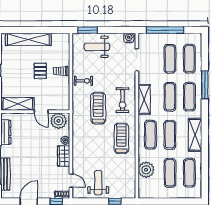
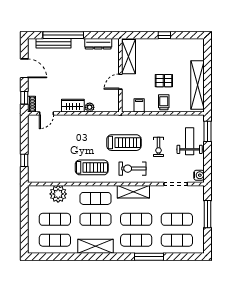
window: (165, 30) -> (208, 214), width x0.68
shelving: (28, 39) -> (198, 85), moved
exercise bike: (83, 81) -> (159, 147), moved
filing cabinet: (63, 94) -> (139, 105), added
plant: (59, 121) -> (110, 100), removed
weight bench: (98, 183) -> (44, 143), removed

